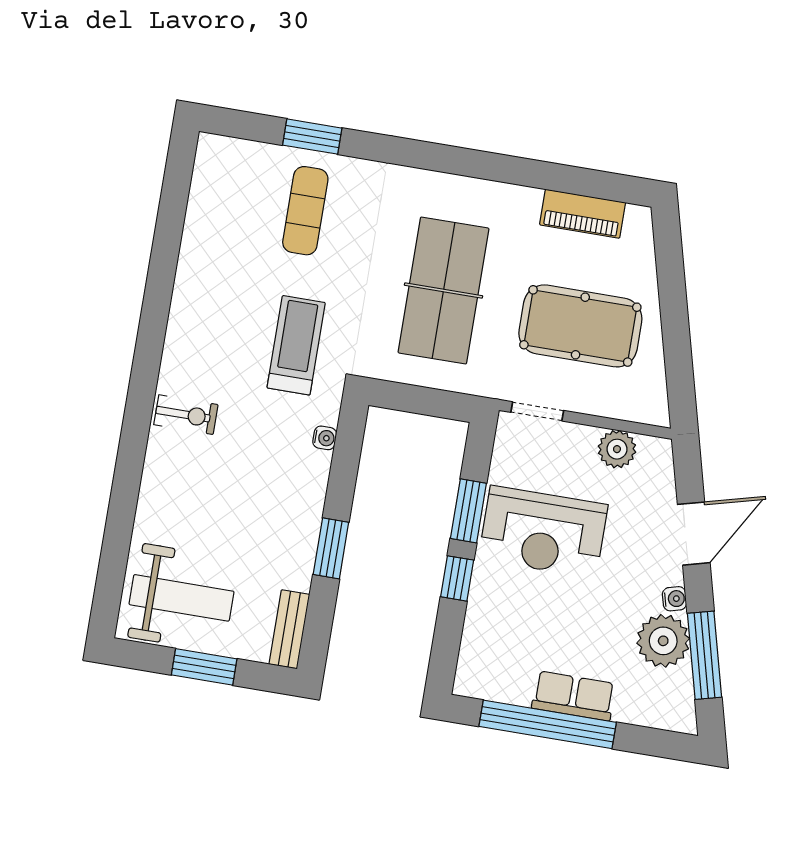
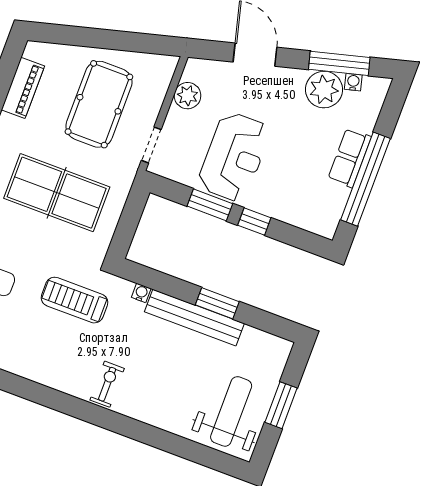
water cooler: (674, 599) -> (353, 82), moved
bench: (289, 629) -> (194, 318), moved, width x1.86, depth x1.21

